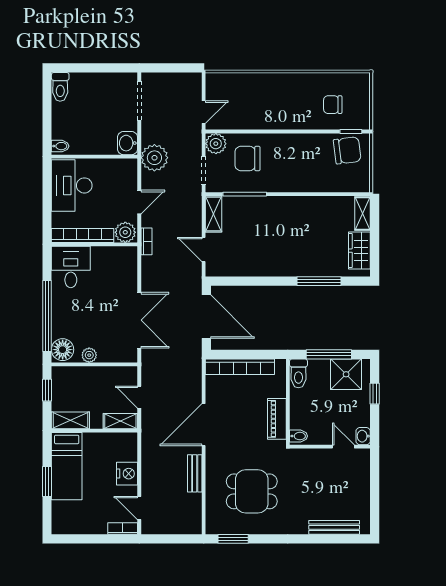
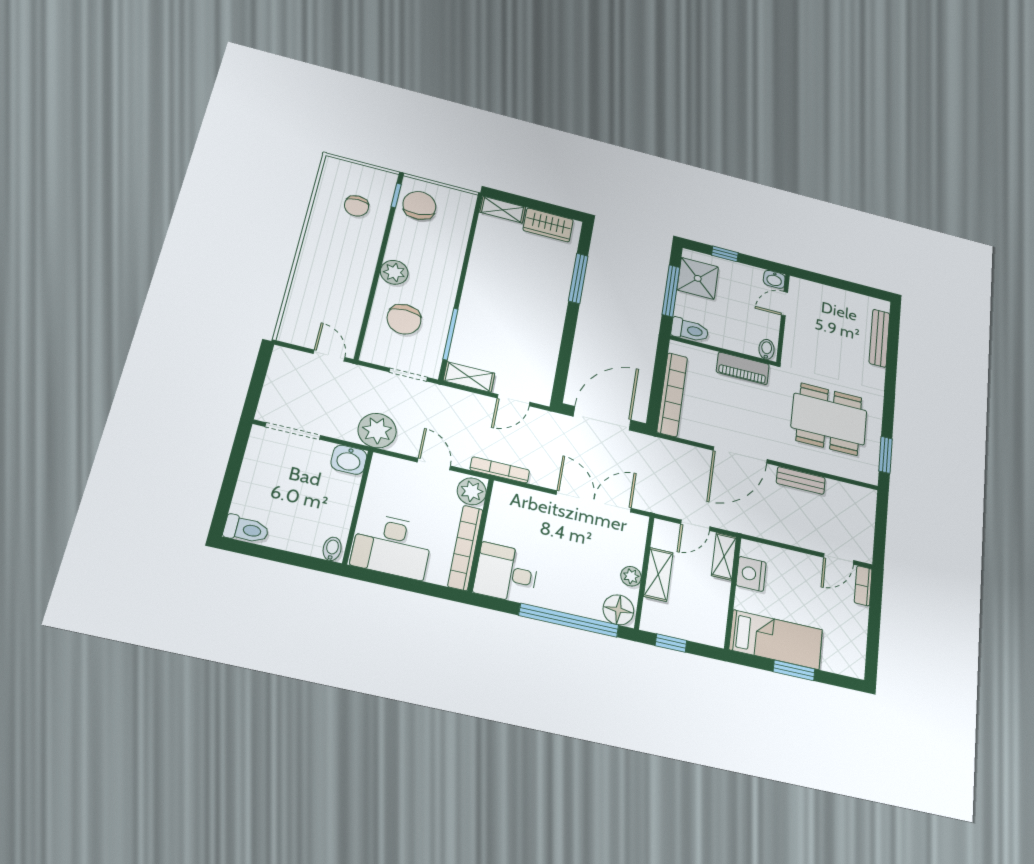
plant: (216, 144) -> (394, 272), moved
bookcase: (146, 241) -> (500, 470), width x1.56
shelving: (70, 420) -> (658, 574), moved
door: (204, 425) -> (740, 455), hinge flipped
nightstand: (127, 474) -> (751, 574), moved, turned -90
dining table: (252, 491) -> (829, 419), width x1.38

